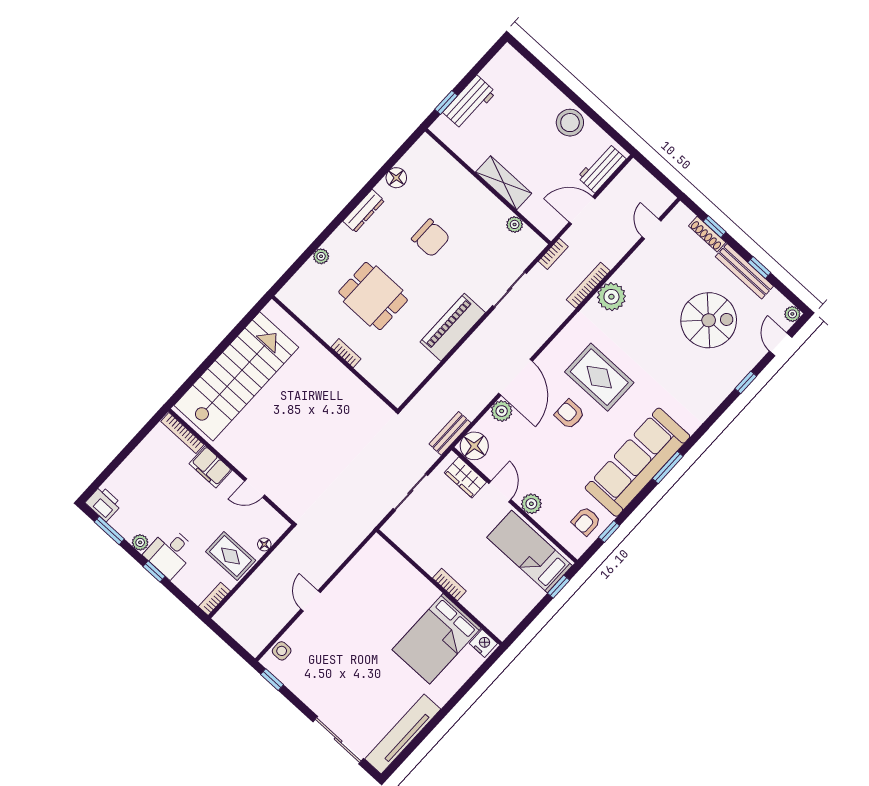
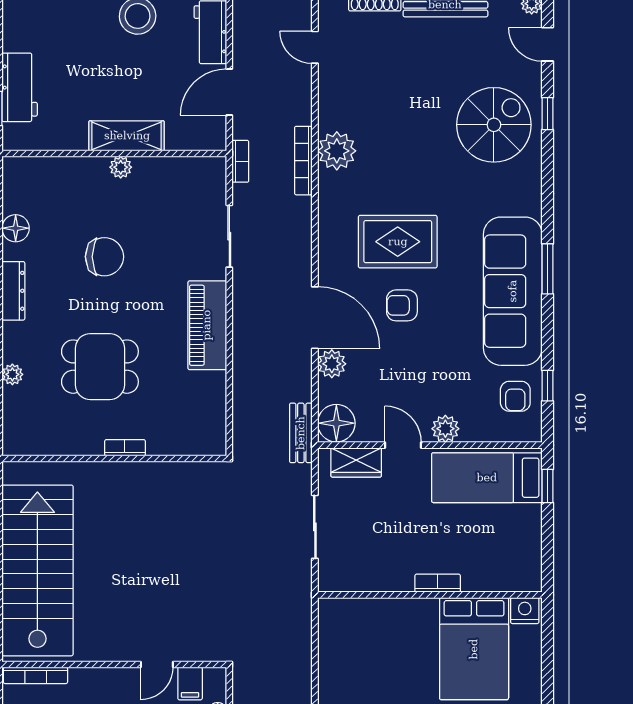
plant: (515, 224) -> (121, 167), moved
spiral stairs: (709, 320) -> (494, 125), moved
filing cabinet: (211, 467) -> (190, 683), moved, width x0.50

